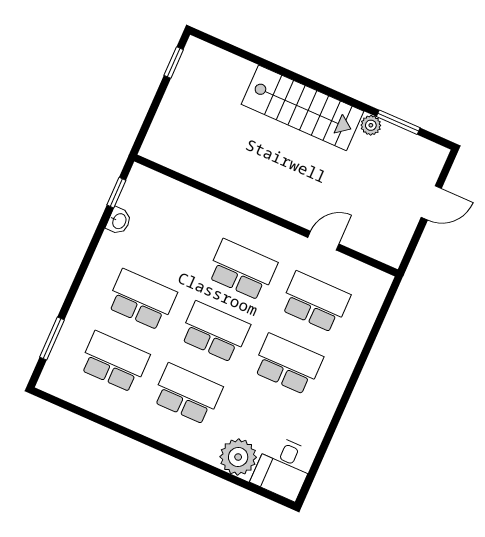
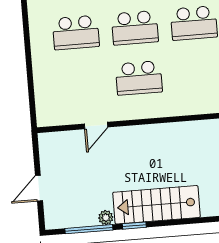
window: (342, 97) -> (134, 226), added
window: (398, 122) -> (89, 229), width x1.44
school desk: (315, 302) -> (80, 83), removed

